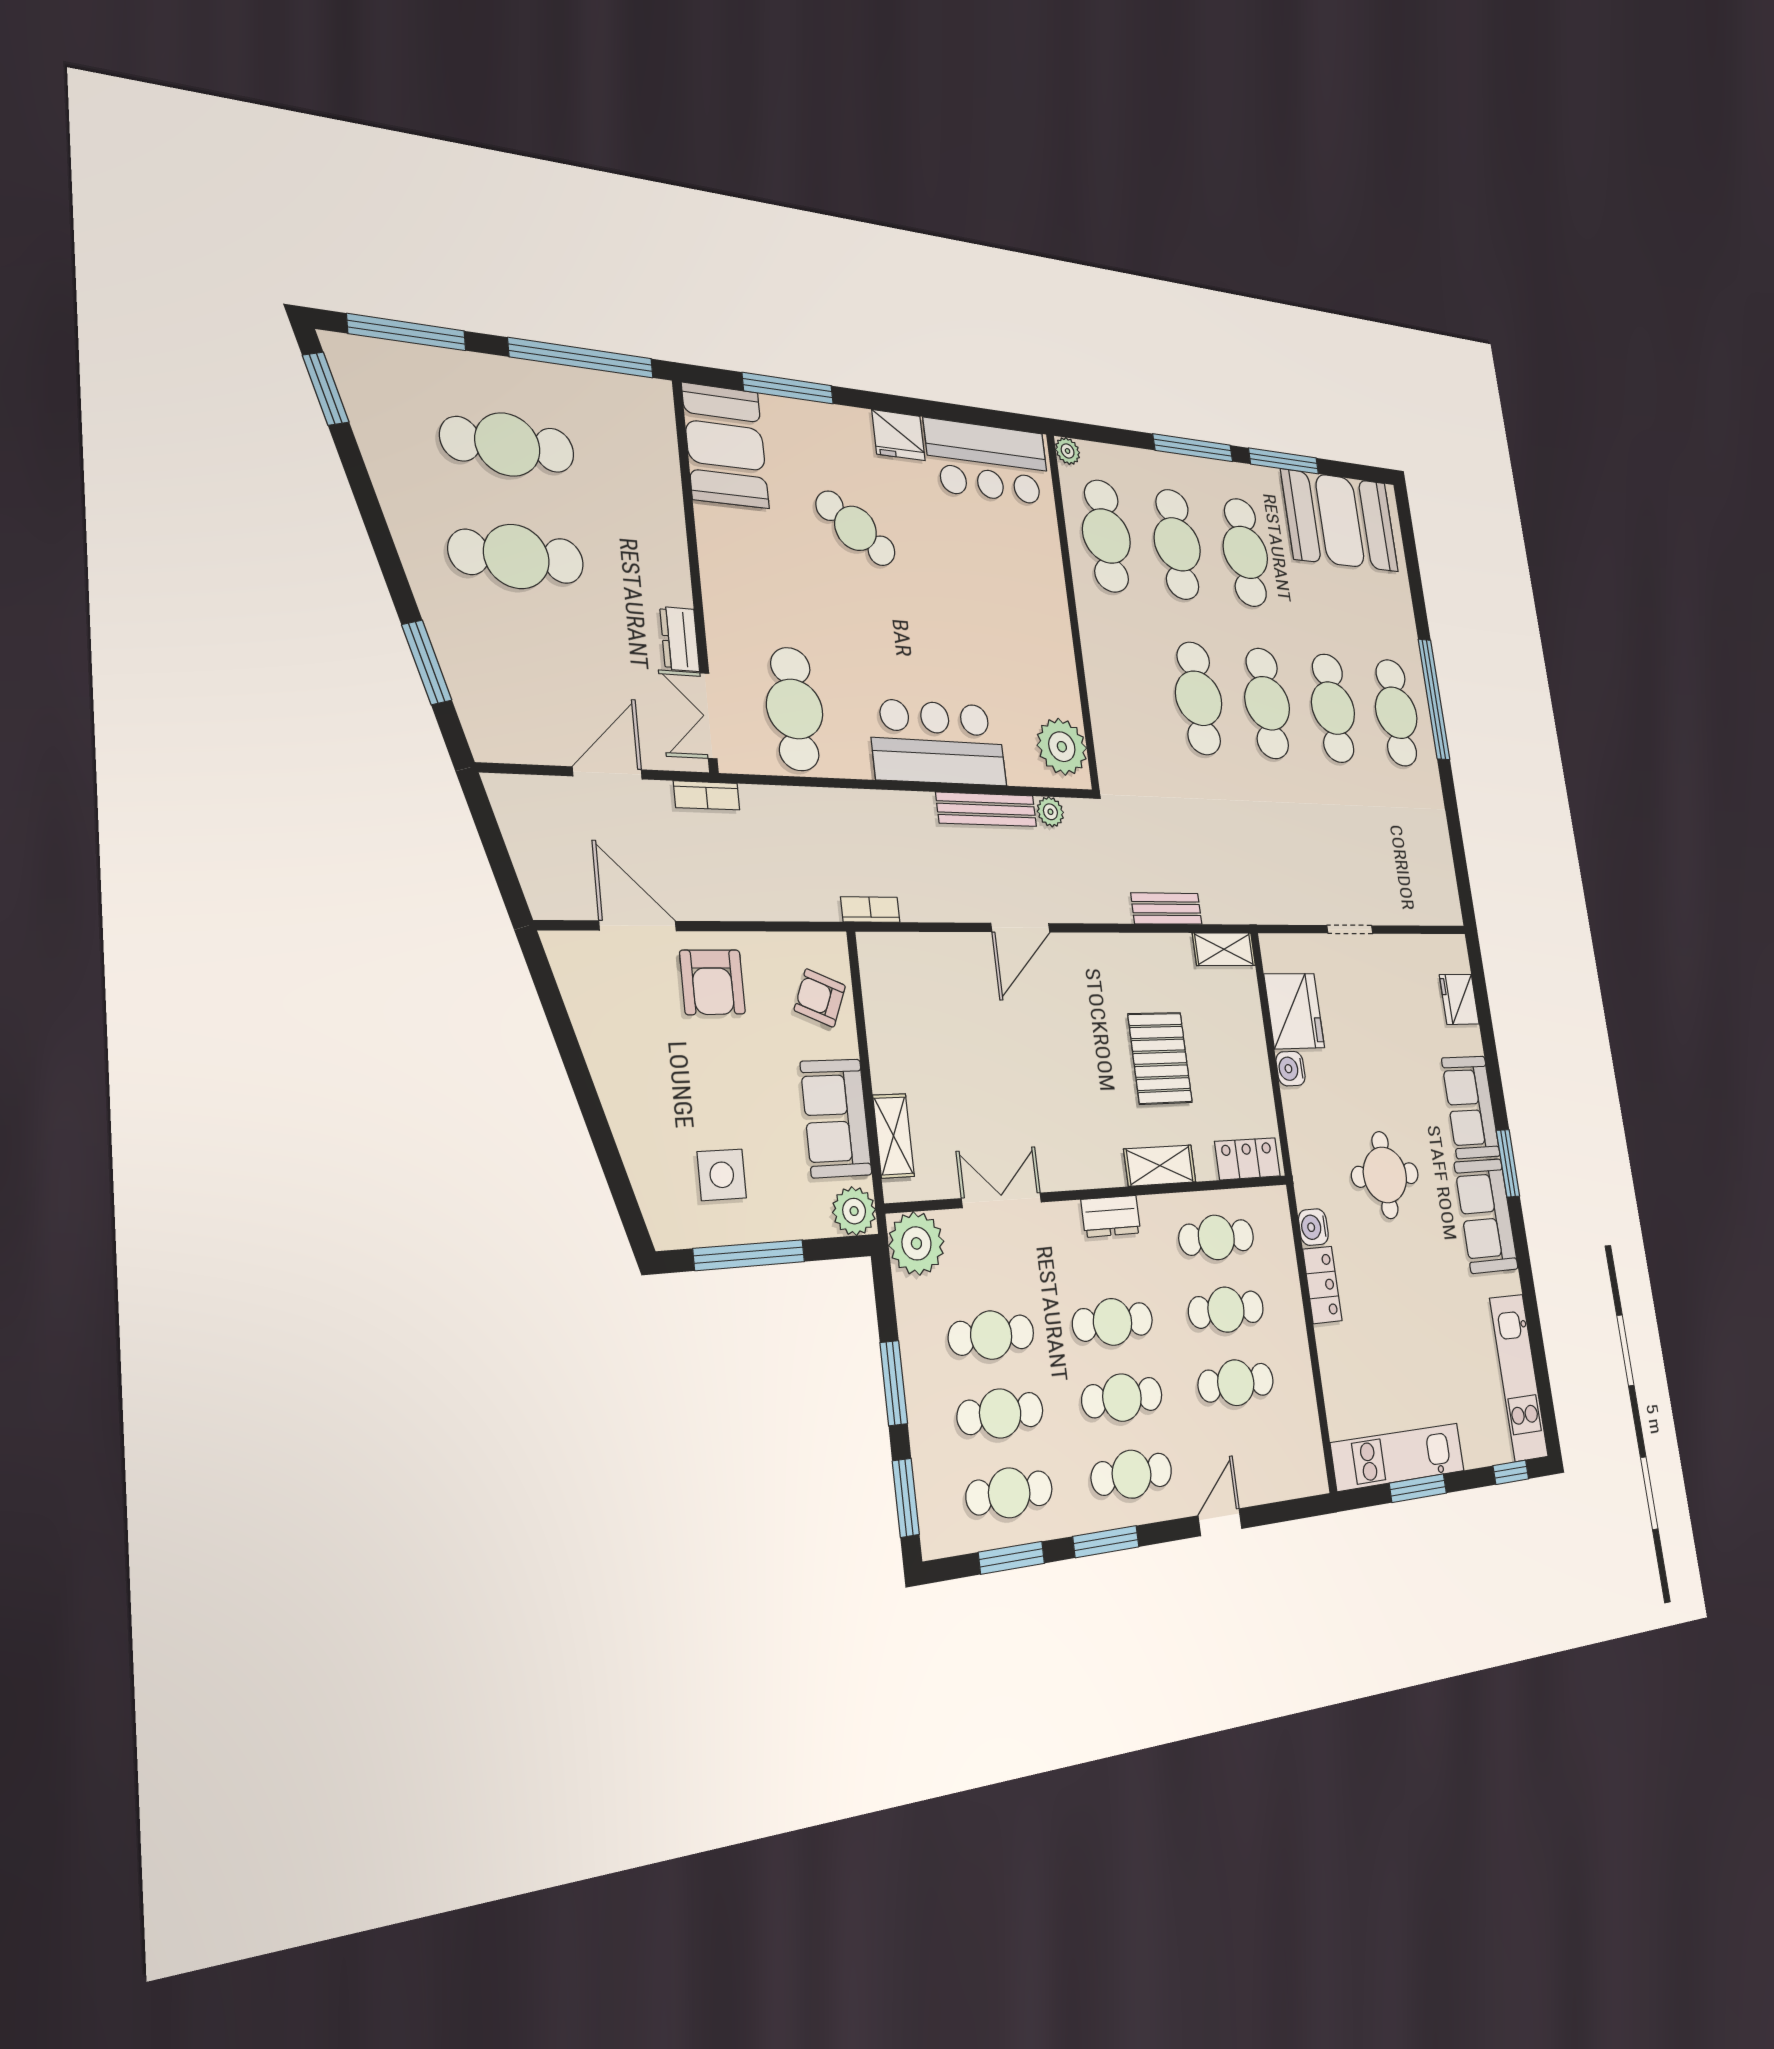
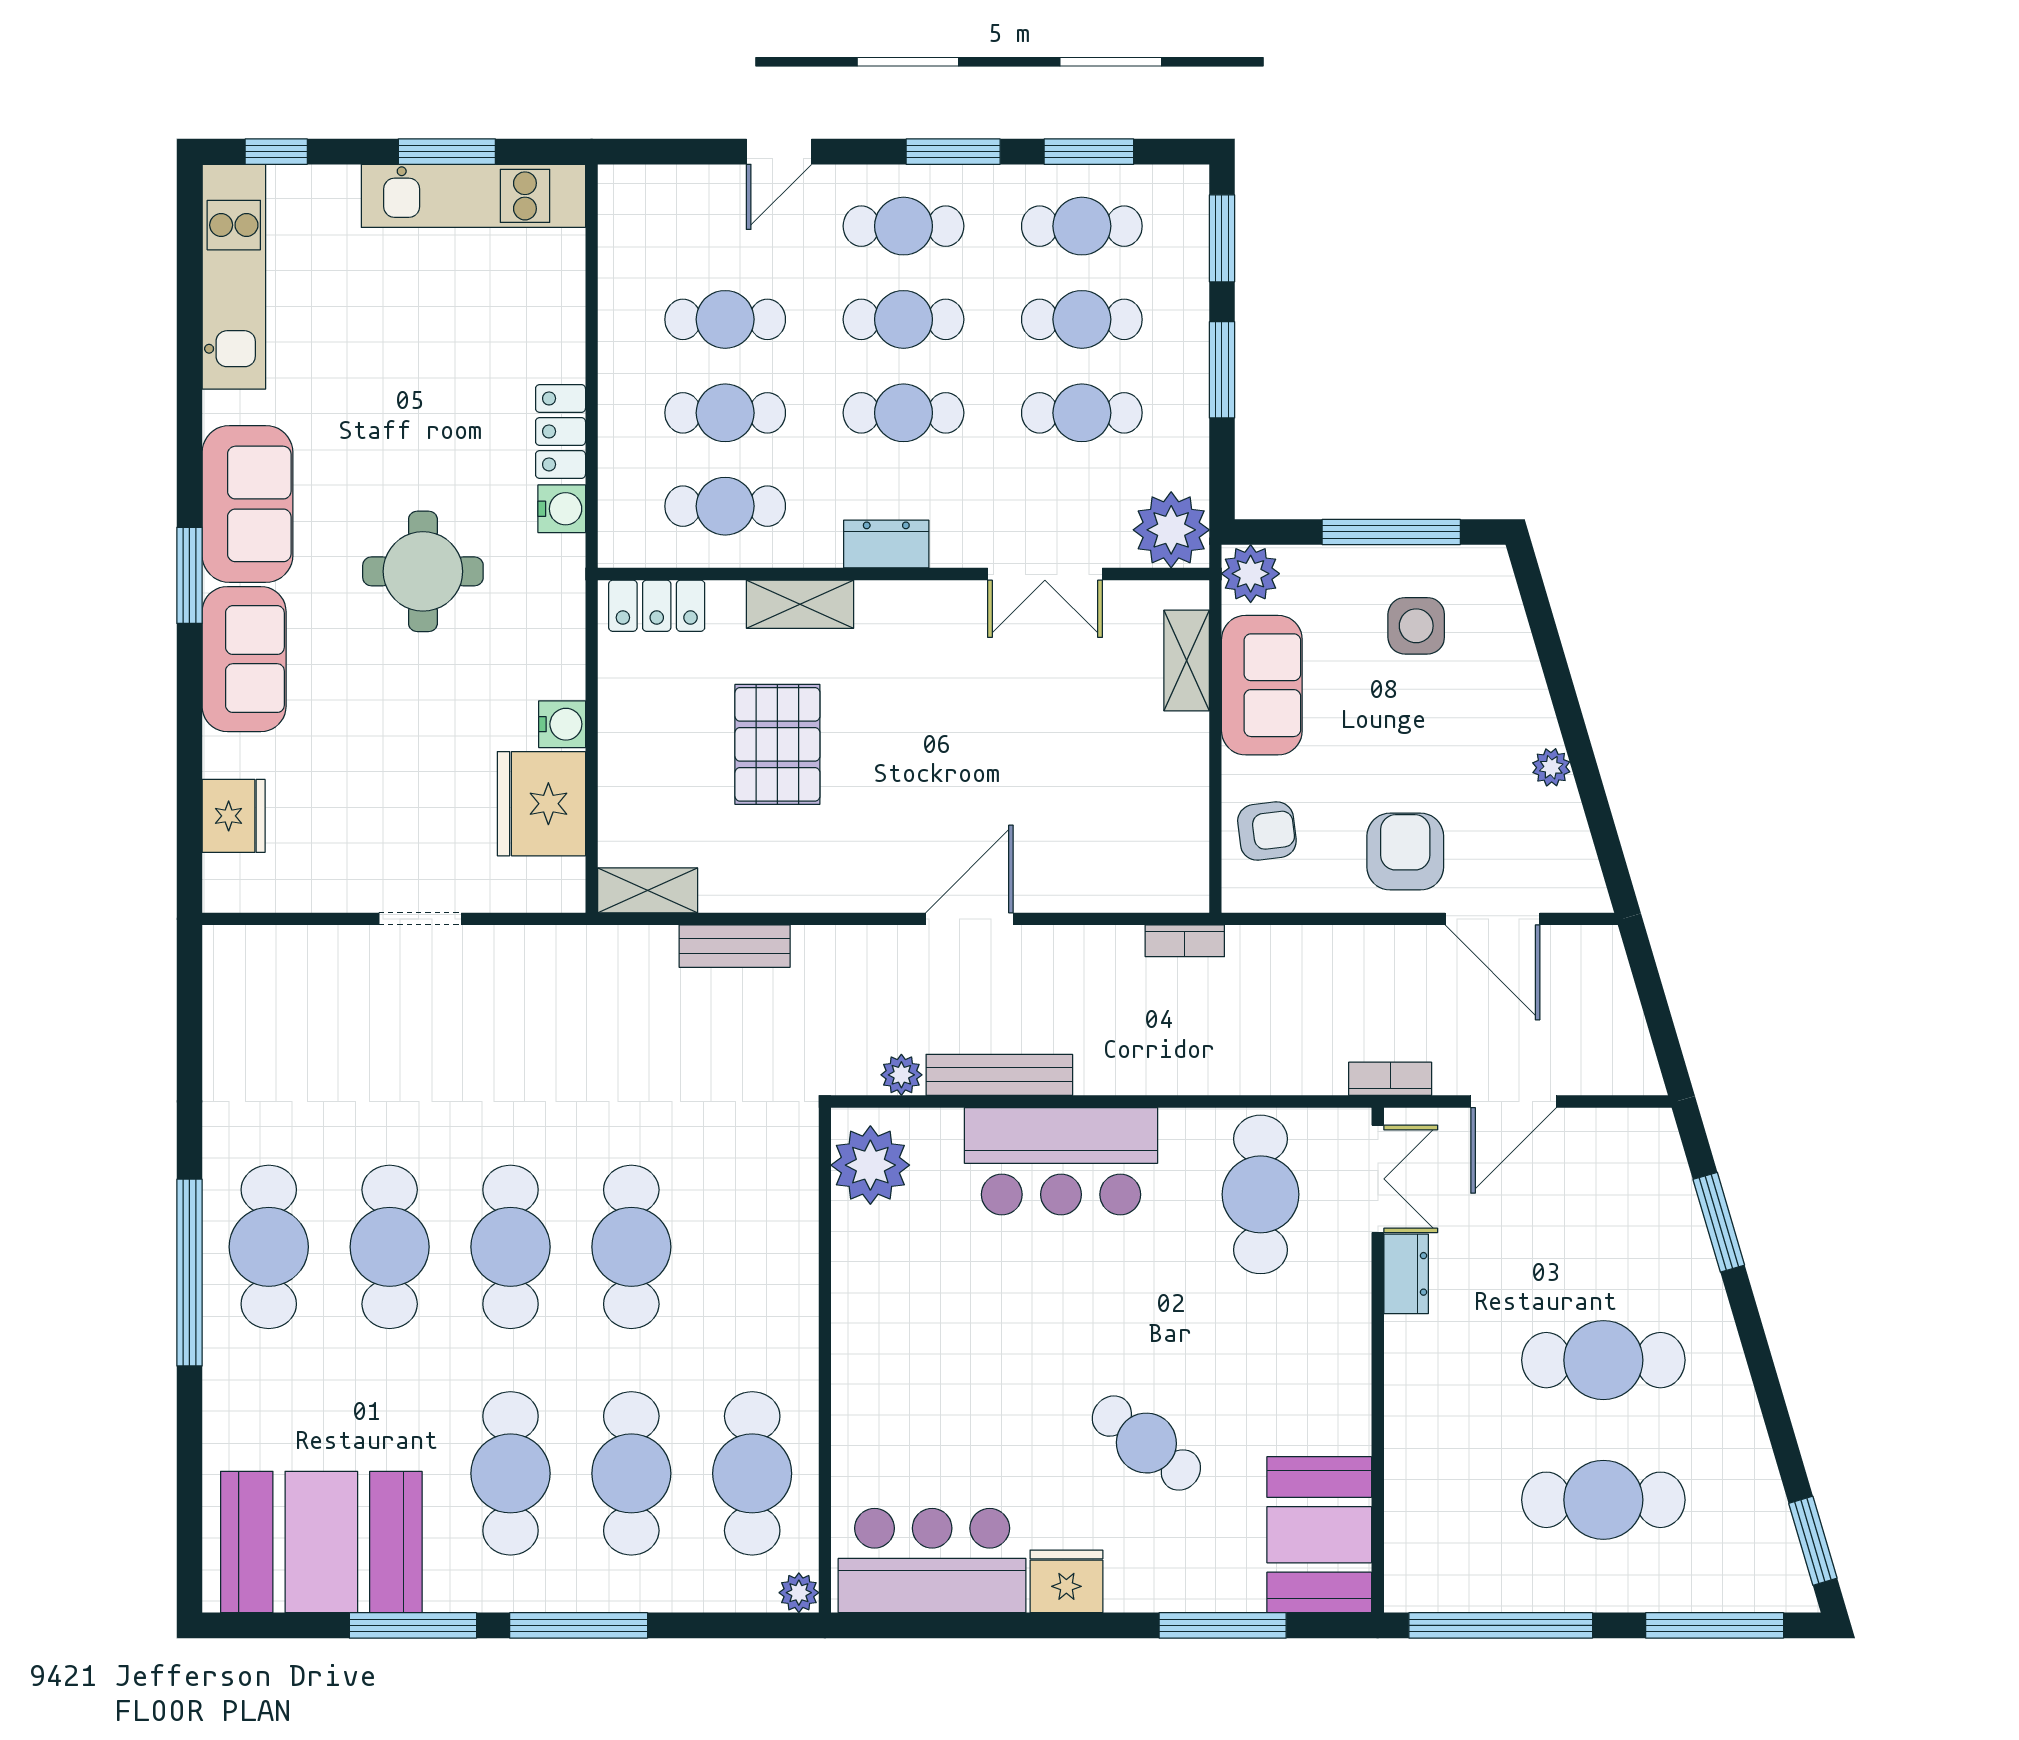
armchair: (820, 998) -> (1267, 831), turned -30
plant: (601, 1056) -> (1551, 767), added

